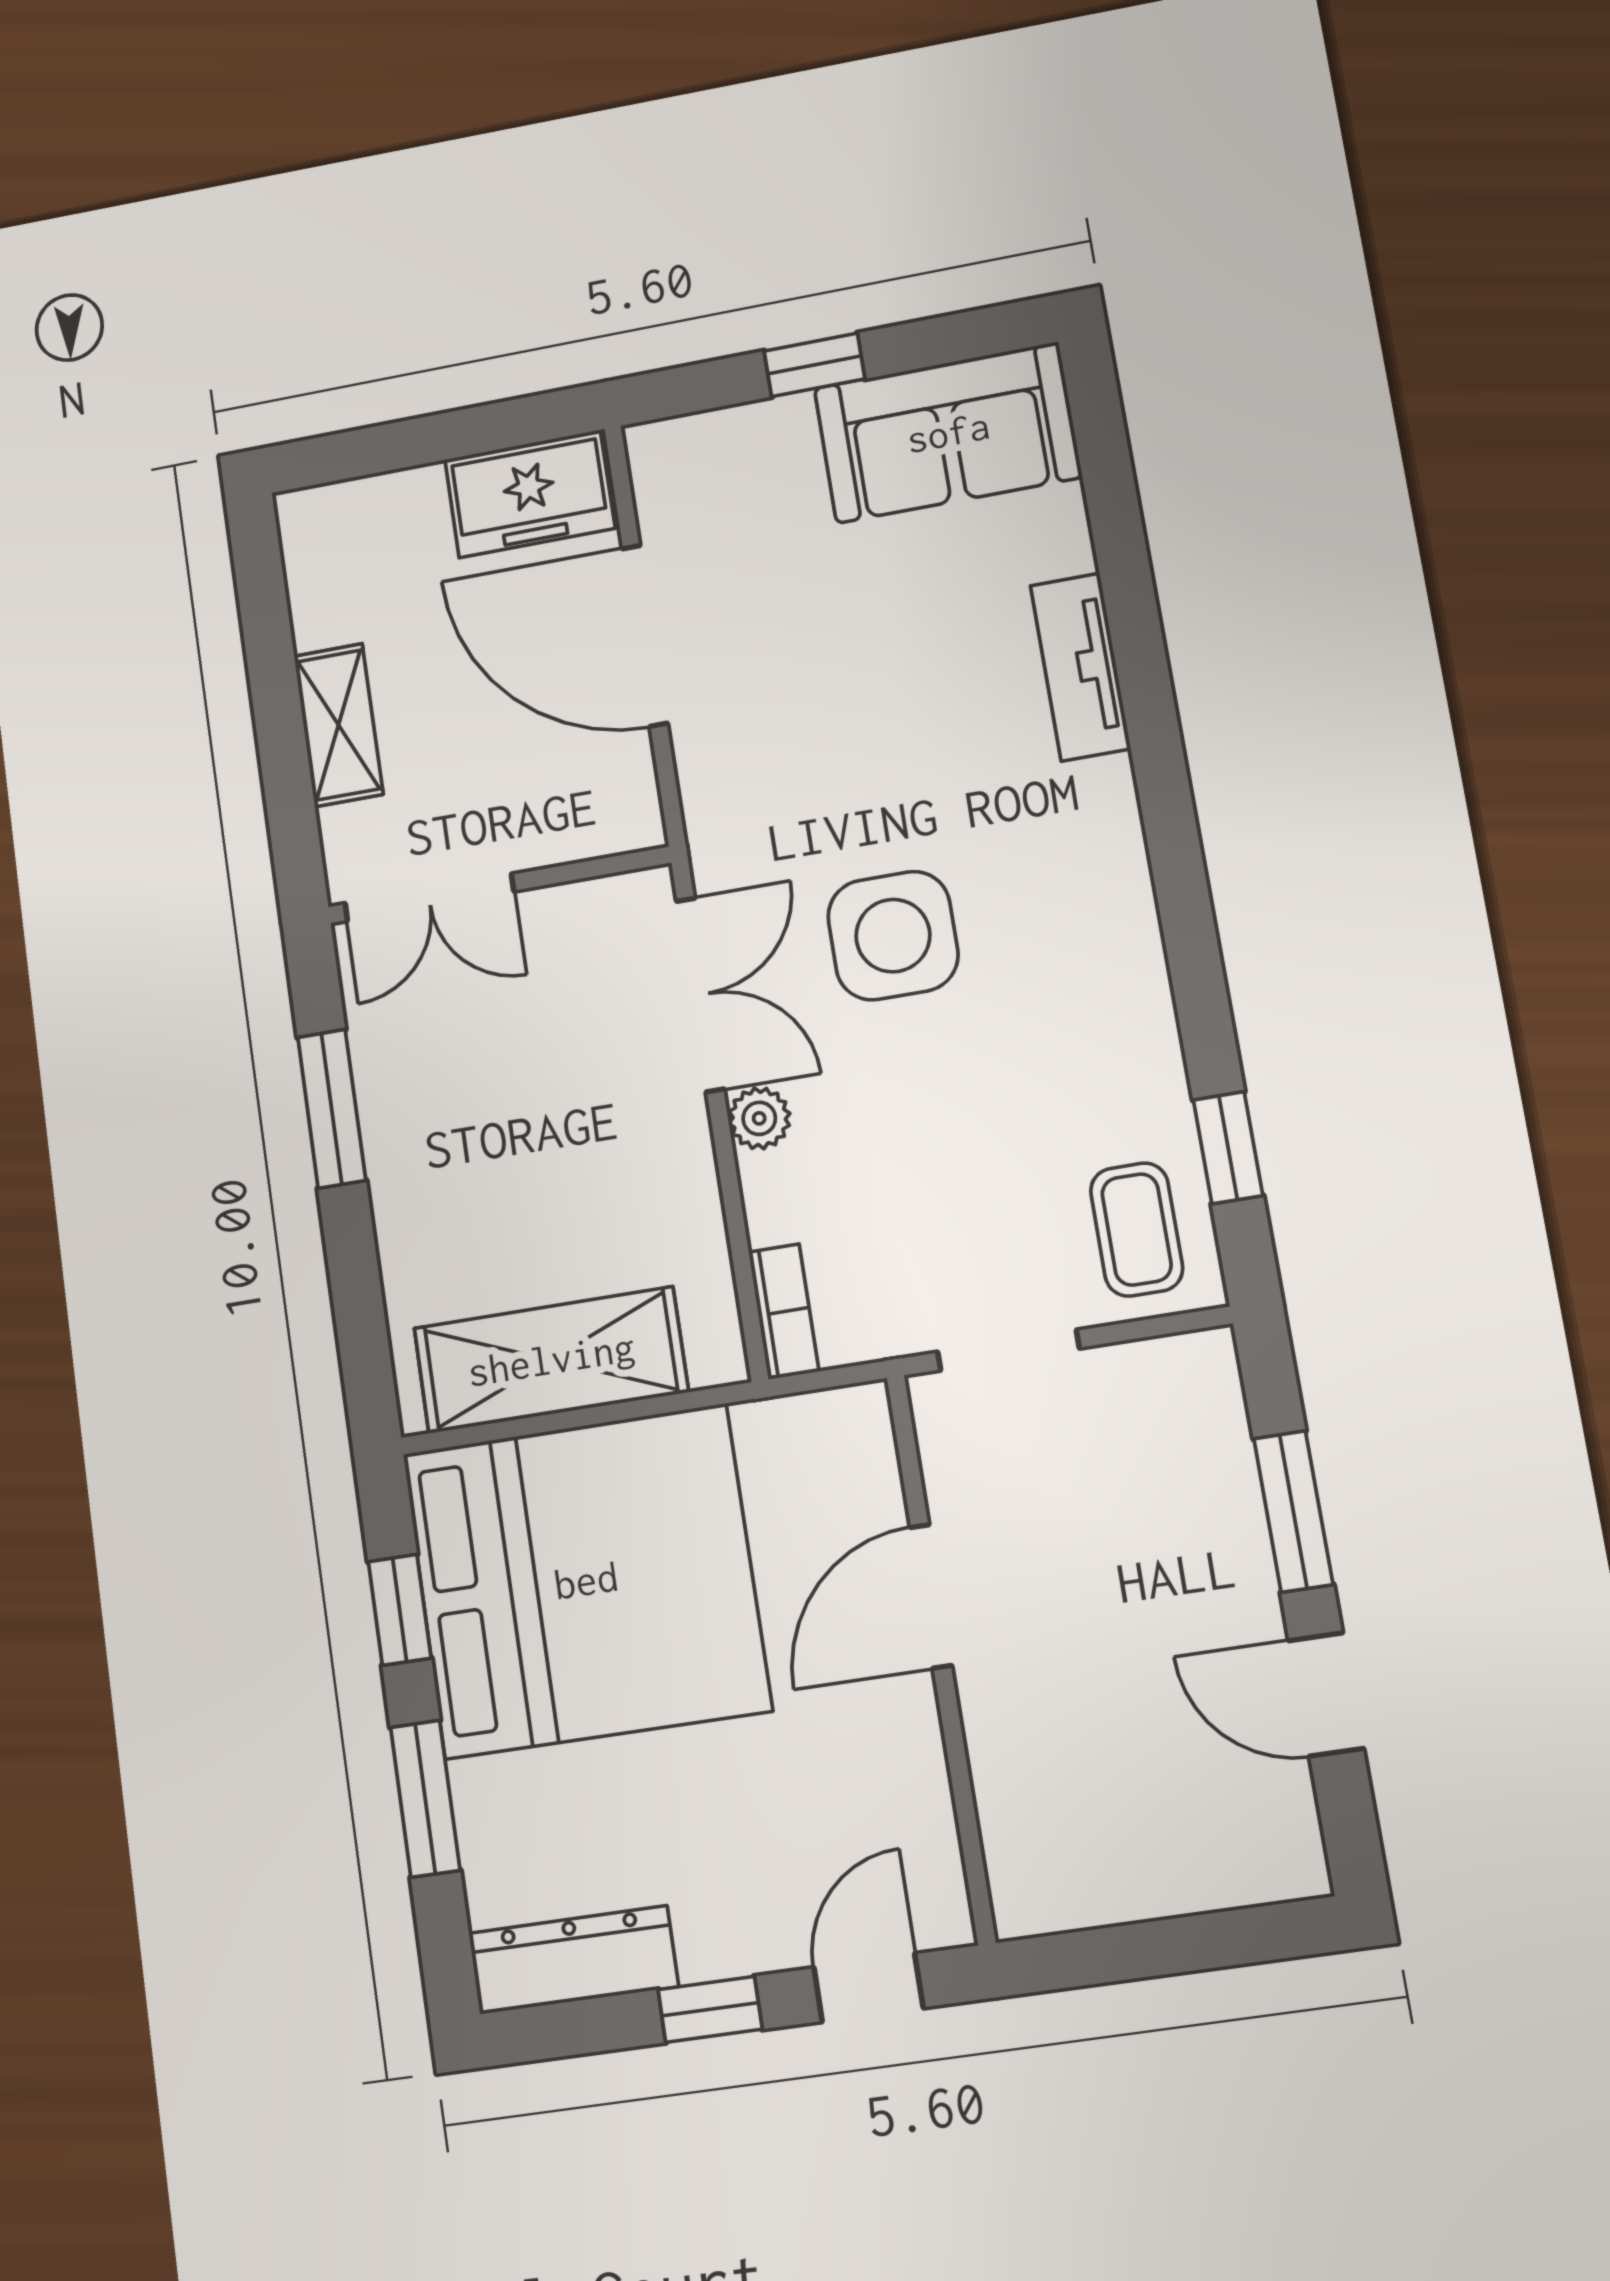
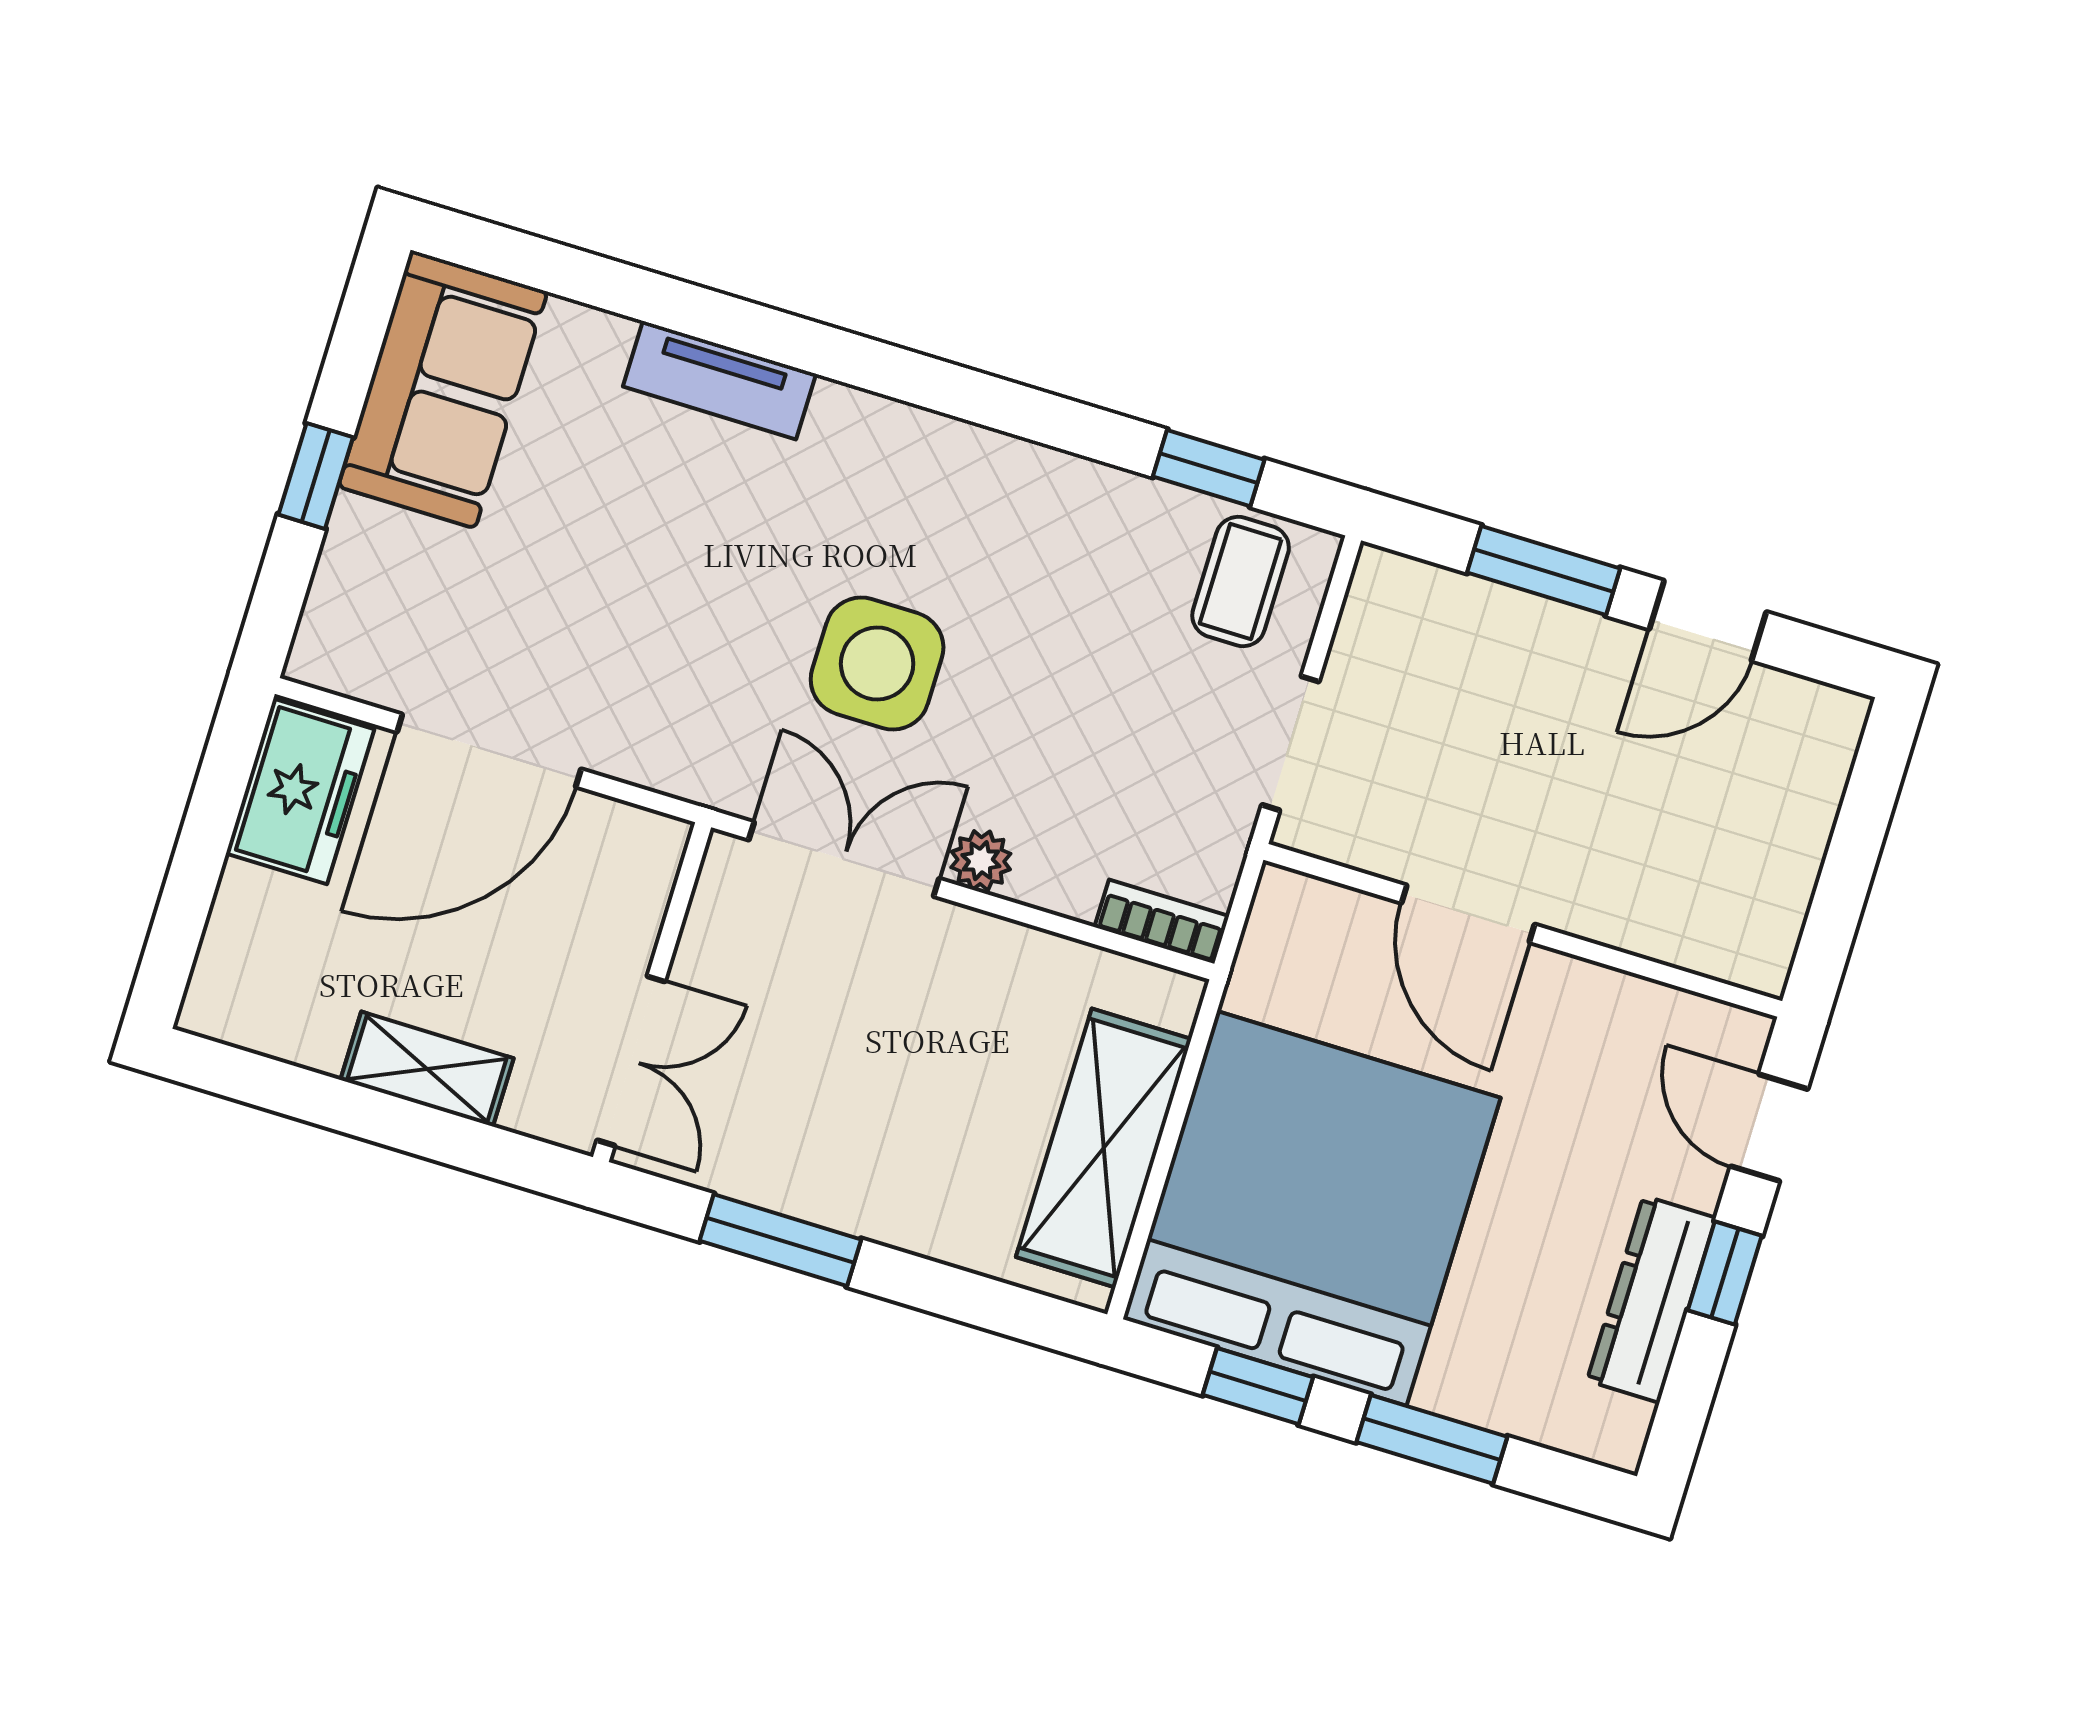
coffee table: (1137, 1229) -> (1241, 581), turned 90
dresser: (573, 1960) -> (1651, 1299), moved

